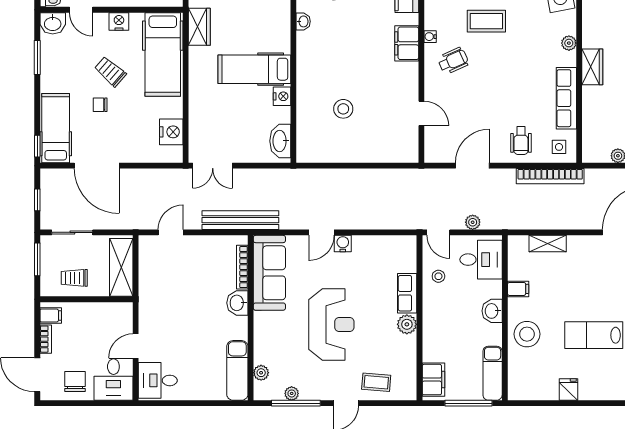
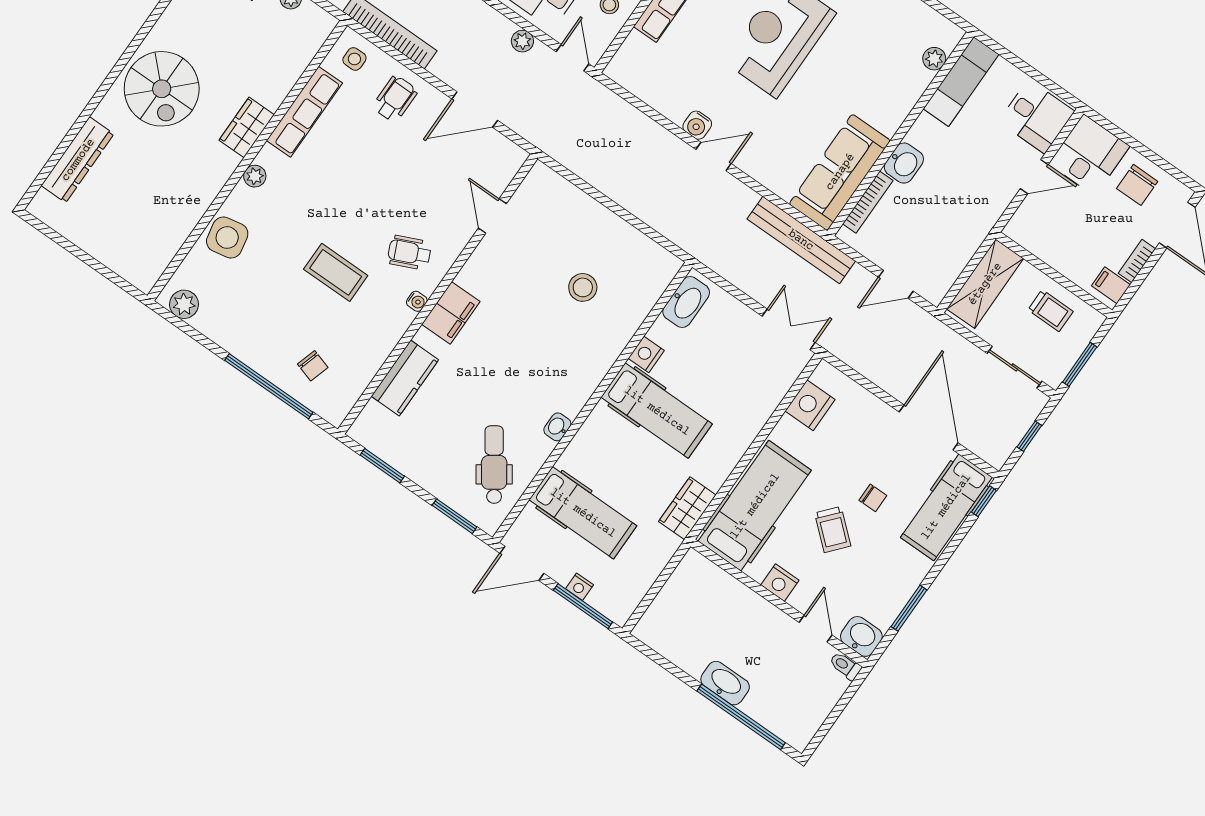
bookcase: (242, 267) -> (868, 202), moved
sofa: (269, 273) -> (840, 172), moved
washbasin: (237, 303) -> (904, 163), moved
wall: (251, 318) -> (900, 134), moved
exam couch: (237, 370) -> (961, 82), moved
plant: (261, 373) -> (934, 59), moved

